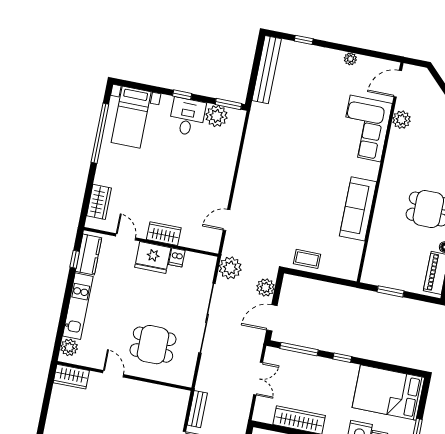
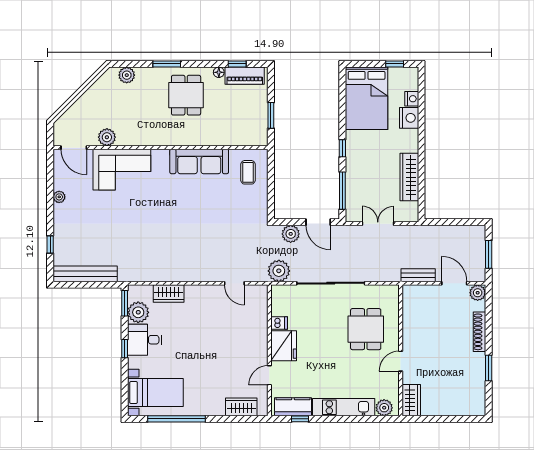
wardrobe: (164, 234) -> (169, 294), moved, turned -90
coffee table: (307, 259) -> (248, 172), moved

